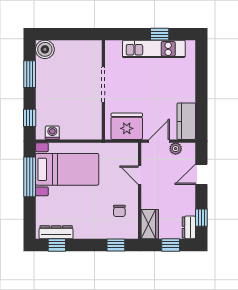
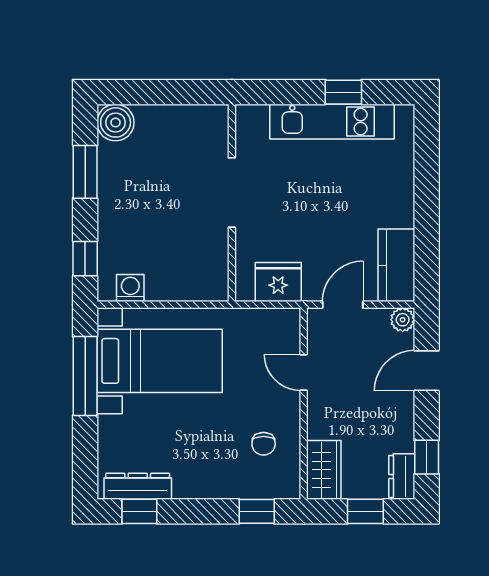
fridge: (127, 126) -> (278, 282), width x0.73, depth x0.75
plant: (176, 149) -> (403, 320), moved

